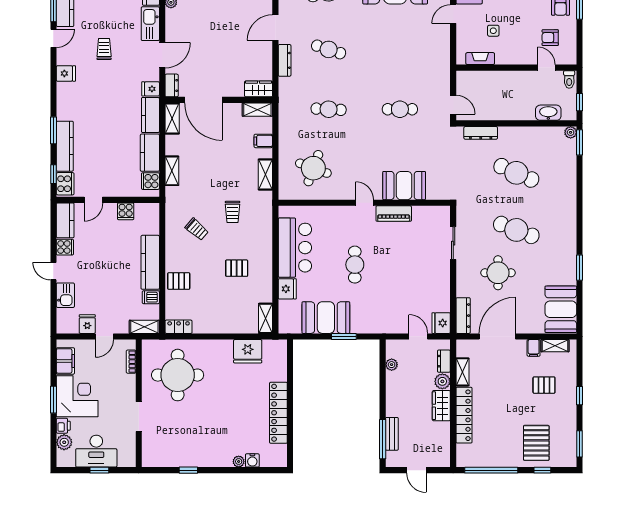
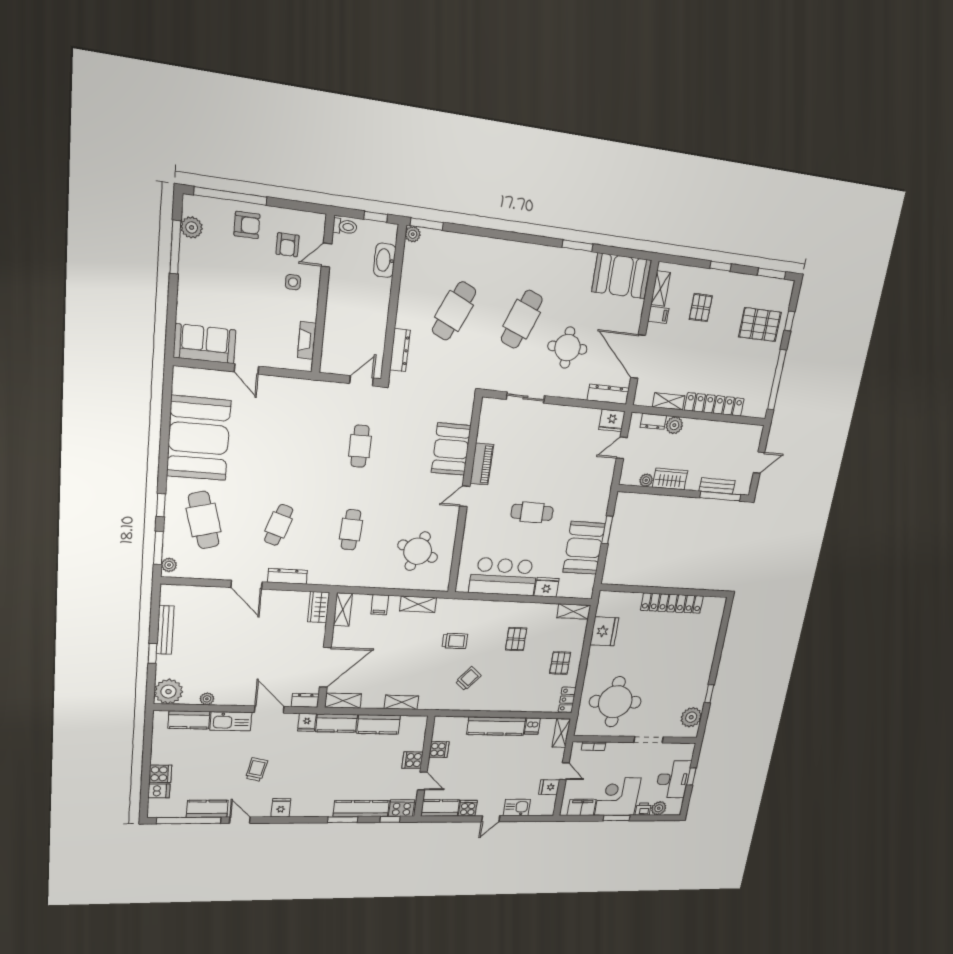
side table: (493, 31) -> (293, 282), moved
trolley: (104, 49) -> (256, 770), turned 102
cooker: (150, 181) -> (413, 760), moved, turned 90
pallet: (179, 281) -> (560, 663), moved
wardrobe: (441, 406) -> (670, 479), moved, turned 180
water cooler: (252, 460) -> (713, 631), removed
plant: (239, 462) -> (691, 717), moved, width x1.88, depth x1.88

